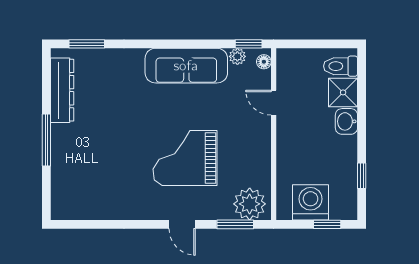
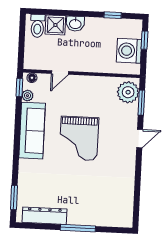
grand piano: (185, 158) -> (79, 138), moved

